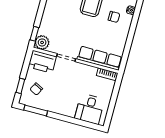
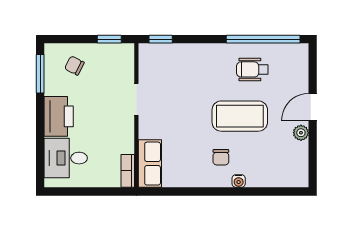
plant: (42, 42) -> (150, 55), removed
row of seats: (100, 58) -> (150, 164), width x0.68
printer: (42, 62) -> (59, 116), moved, turned 180
window: (20, 86) -> (109, 39), moved

